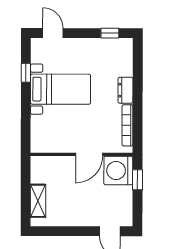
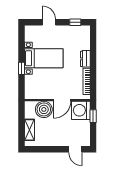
door: (53, 33) -> (49, 22), moved
window: (26, 73) -> (21, 68), moved
boiler: (61, 169) -> (44, 109), added

